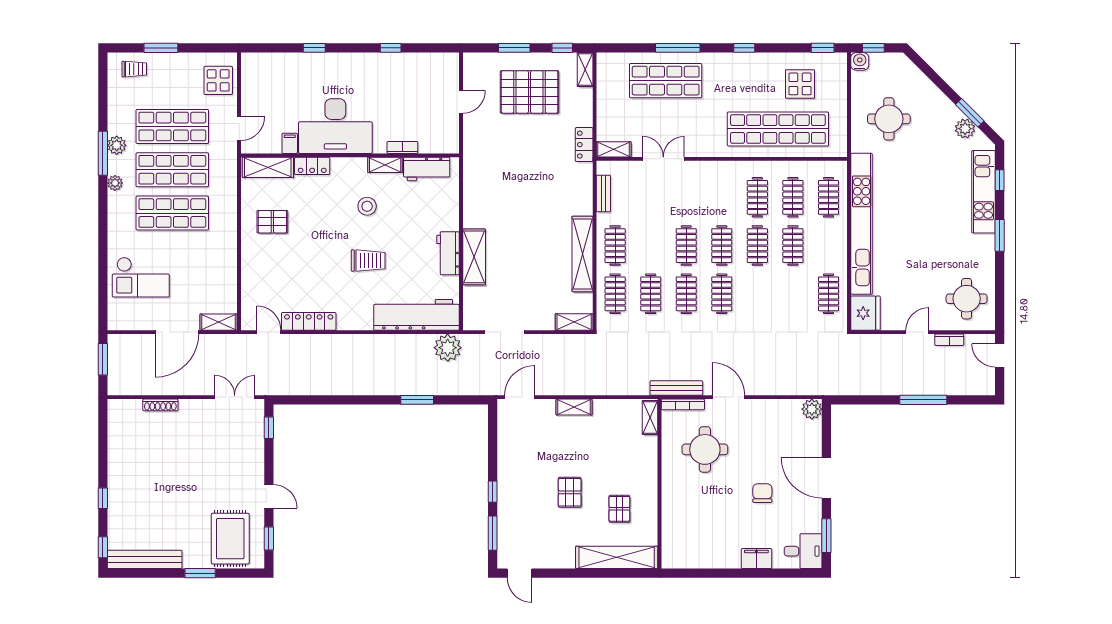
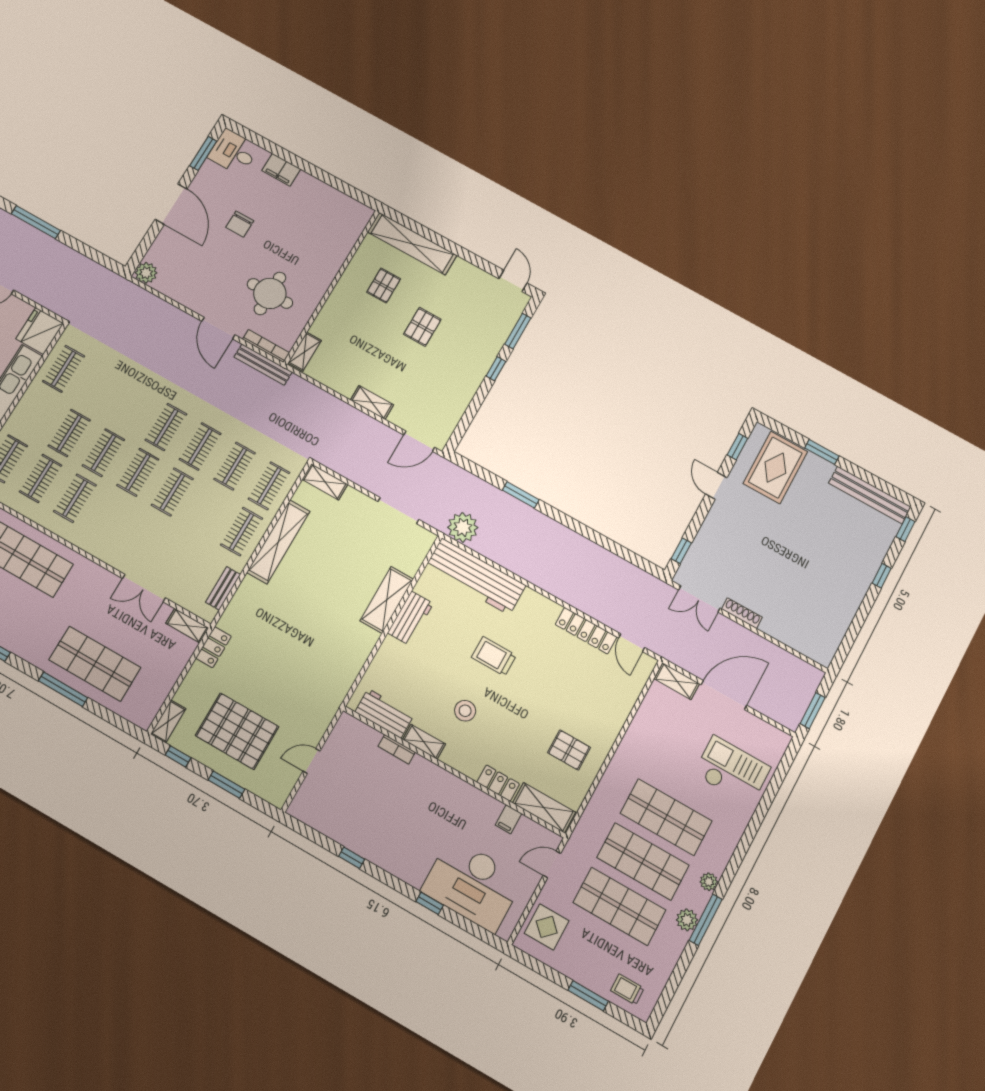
desk: (335, 126) -> (472, 884), moved, turned 180
shoe rack: (160, 405) -> (742, 613), moved

